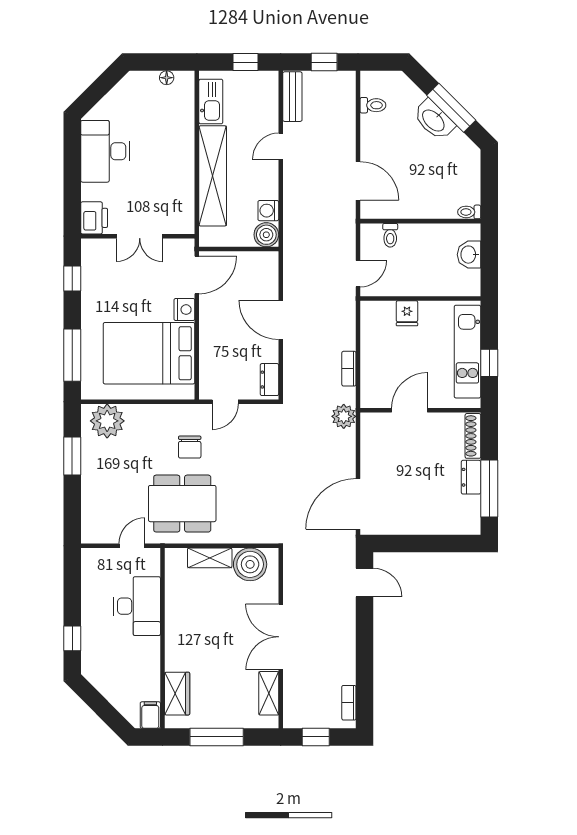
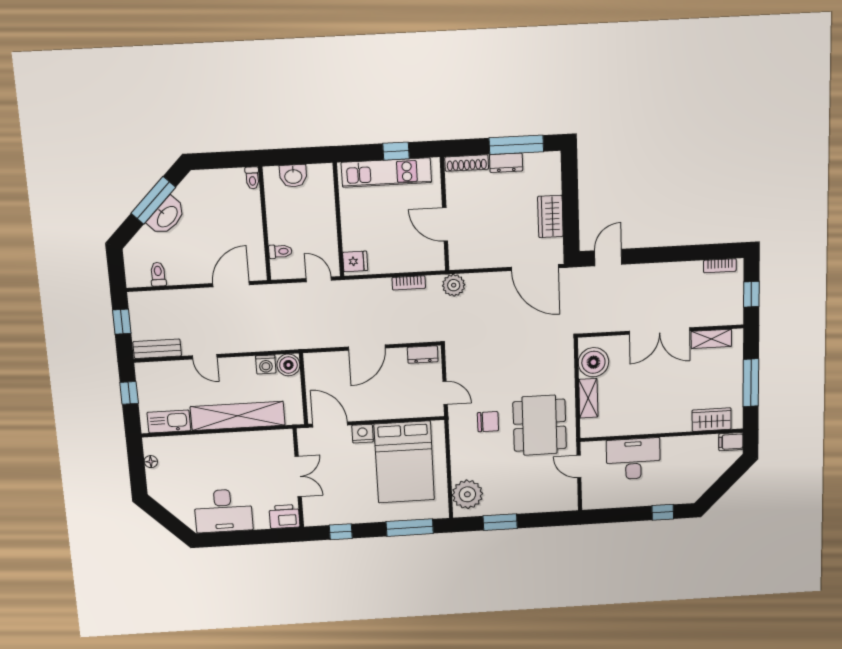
fridge: (407, 313) -> (355, 261), moved
wardrobe: (412, 522) -> (550, 216), added

